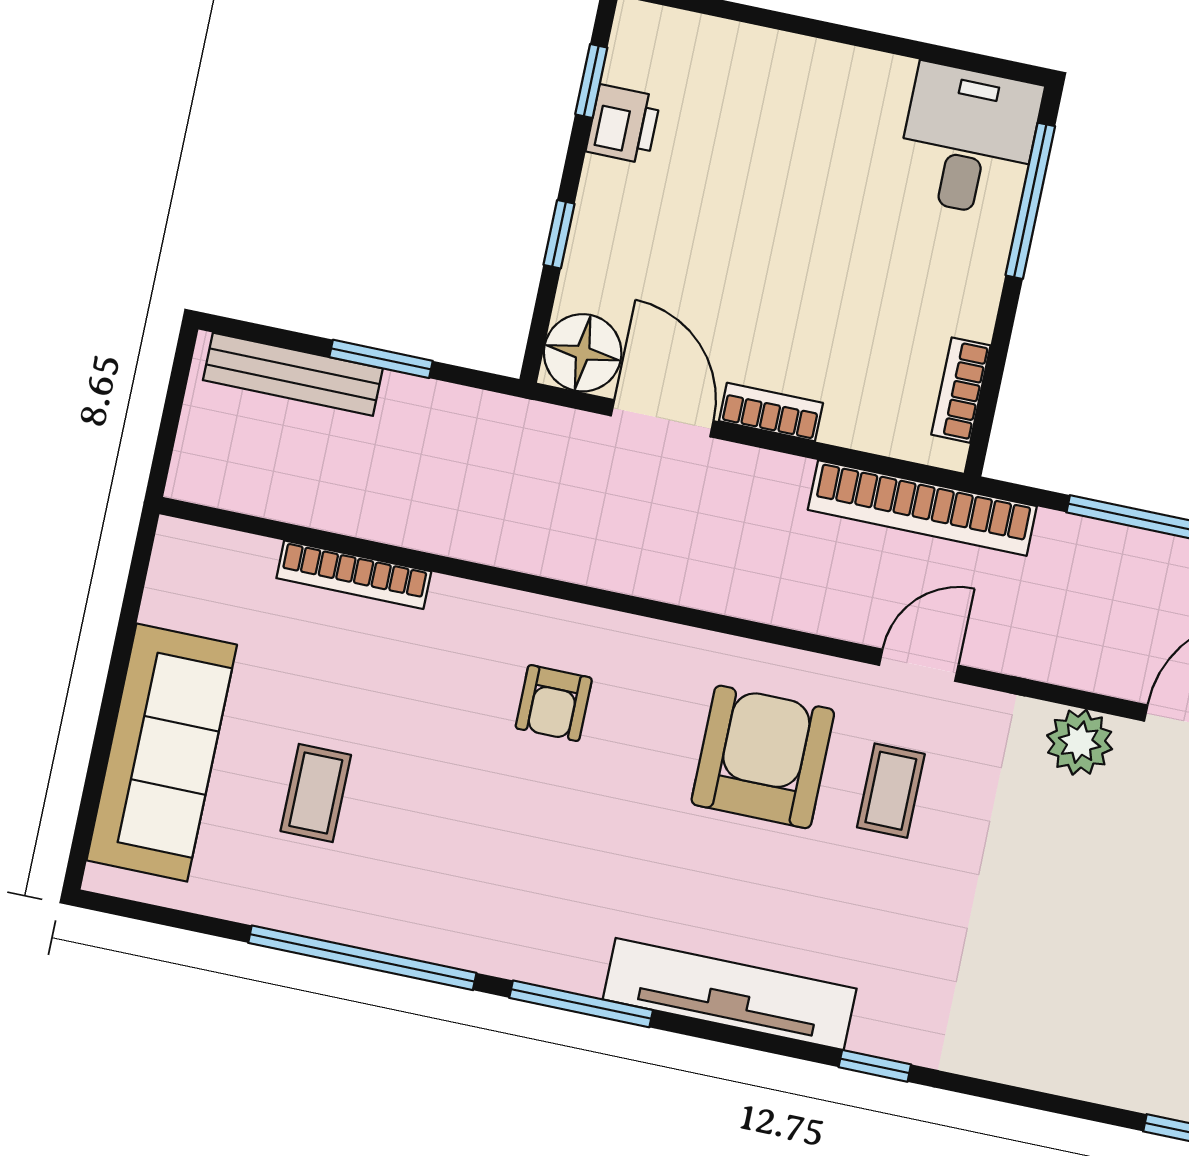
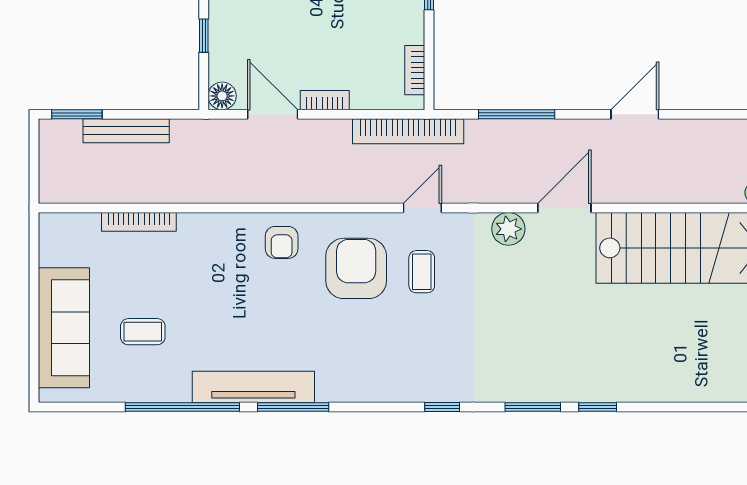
floor lamp: (583, 353) -> (222, 96), width x0.73, depth x0.73
window: (381, 359) -> (77, 114), moved
bench: (293, 374) -> (126, 131), moved
armchair: (554, 703) -> (282, 242), moved
coffee table: (316, 793) -> (143, 332), turned 90
tv unit: (730, 994) -> (253, 387), moved
window: (1054, 1104) -> (533, 407), added

